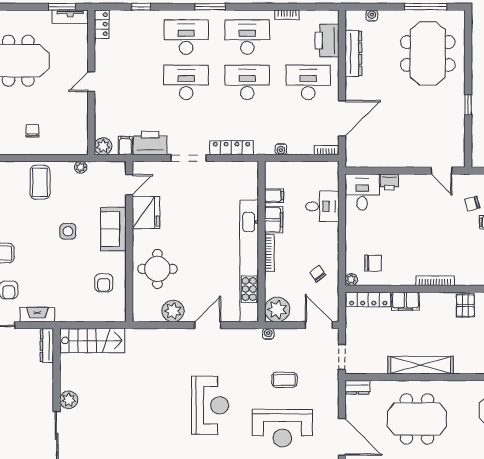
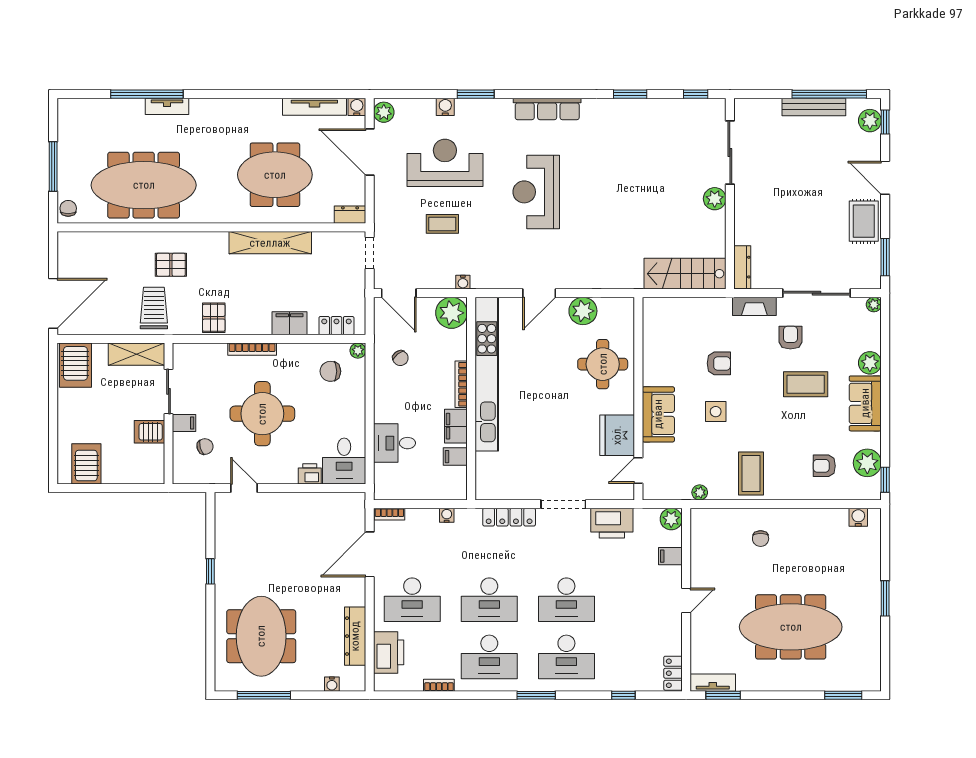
filing cabinet: (125, 146) -> (670, 556), moved, turned 90
round table: (427, 230) -> (262, 414), added
armchair: (104, 283) -> (719, 363), moved, turned 90
locker: (368, 299) -> (336, 326), width x0.66

